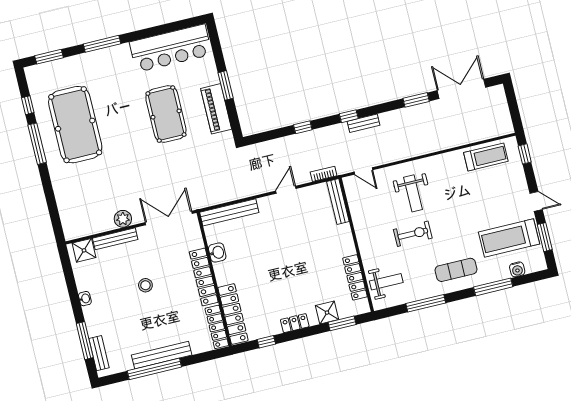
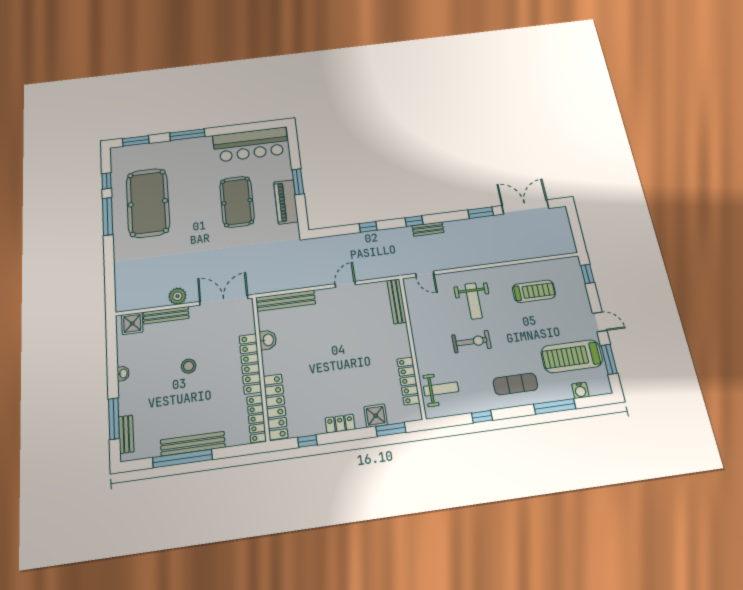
treadmill: (486, 157) -> (534, 291), moved
bookcase: (324, 174) -> (385, 273), removed
window: (426, 303) -> (482, 417), width x0.46

